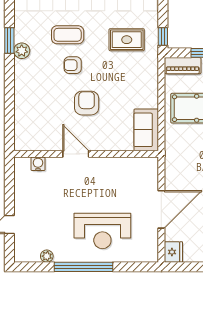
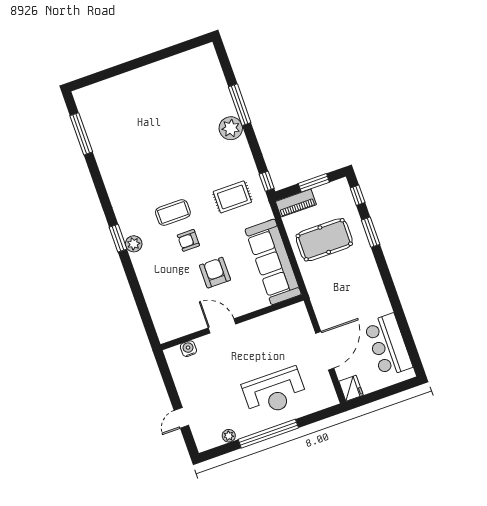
sofa: (146, 130) -> (273, 262), width x1.85, depth x1.27

